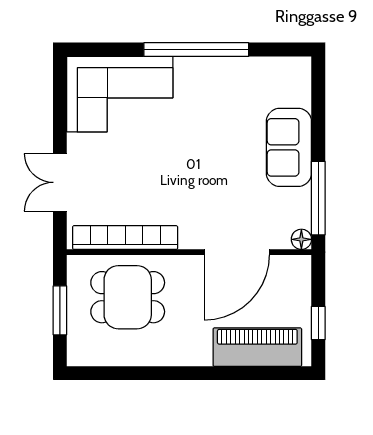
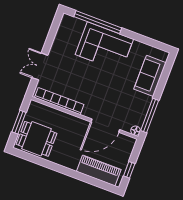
window: (196, 50) -> (98, 22), moved
corner sofa: (120, 94) -> (104, 47), moved
sofa: (289, 147) -> (150, 76), moved
dining table: (128, 297) -> (37, 139), moved

